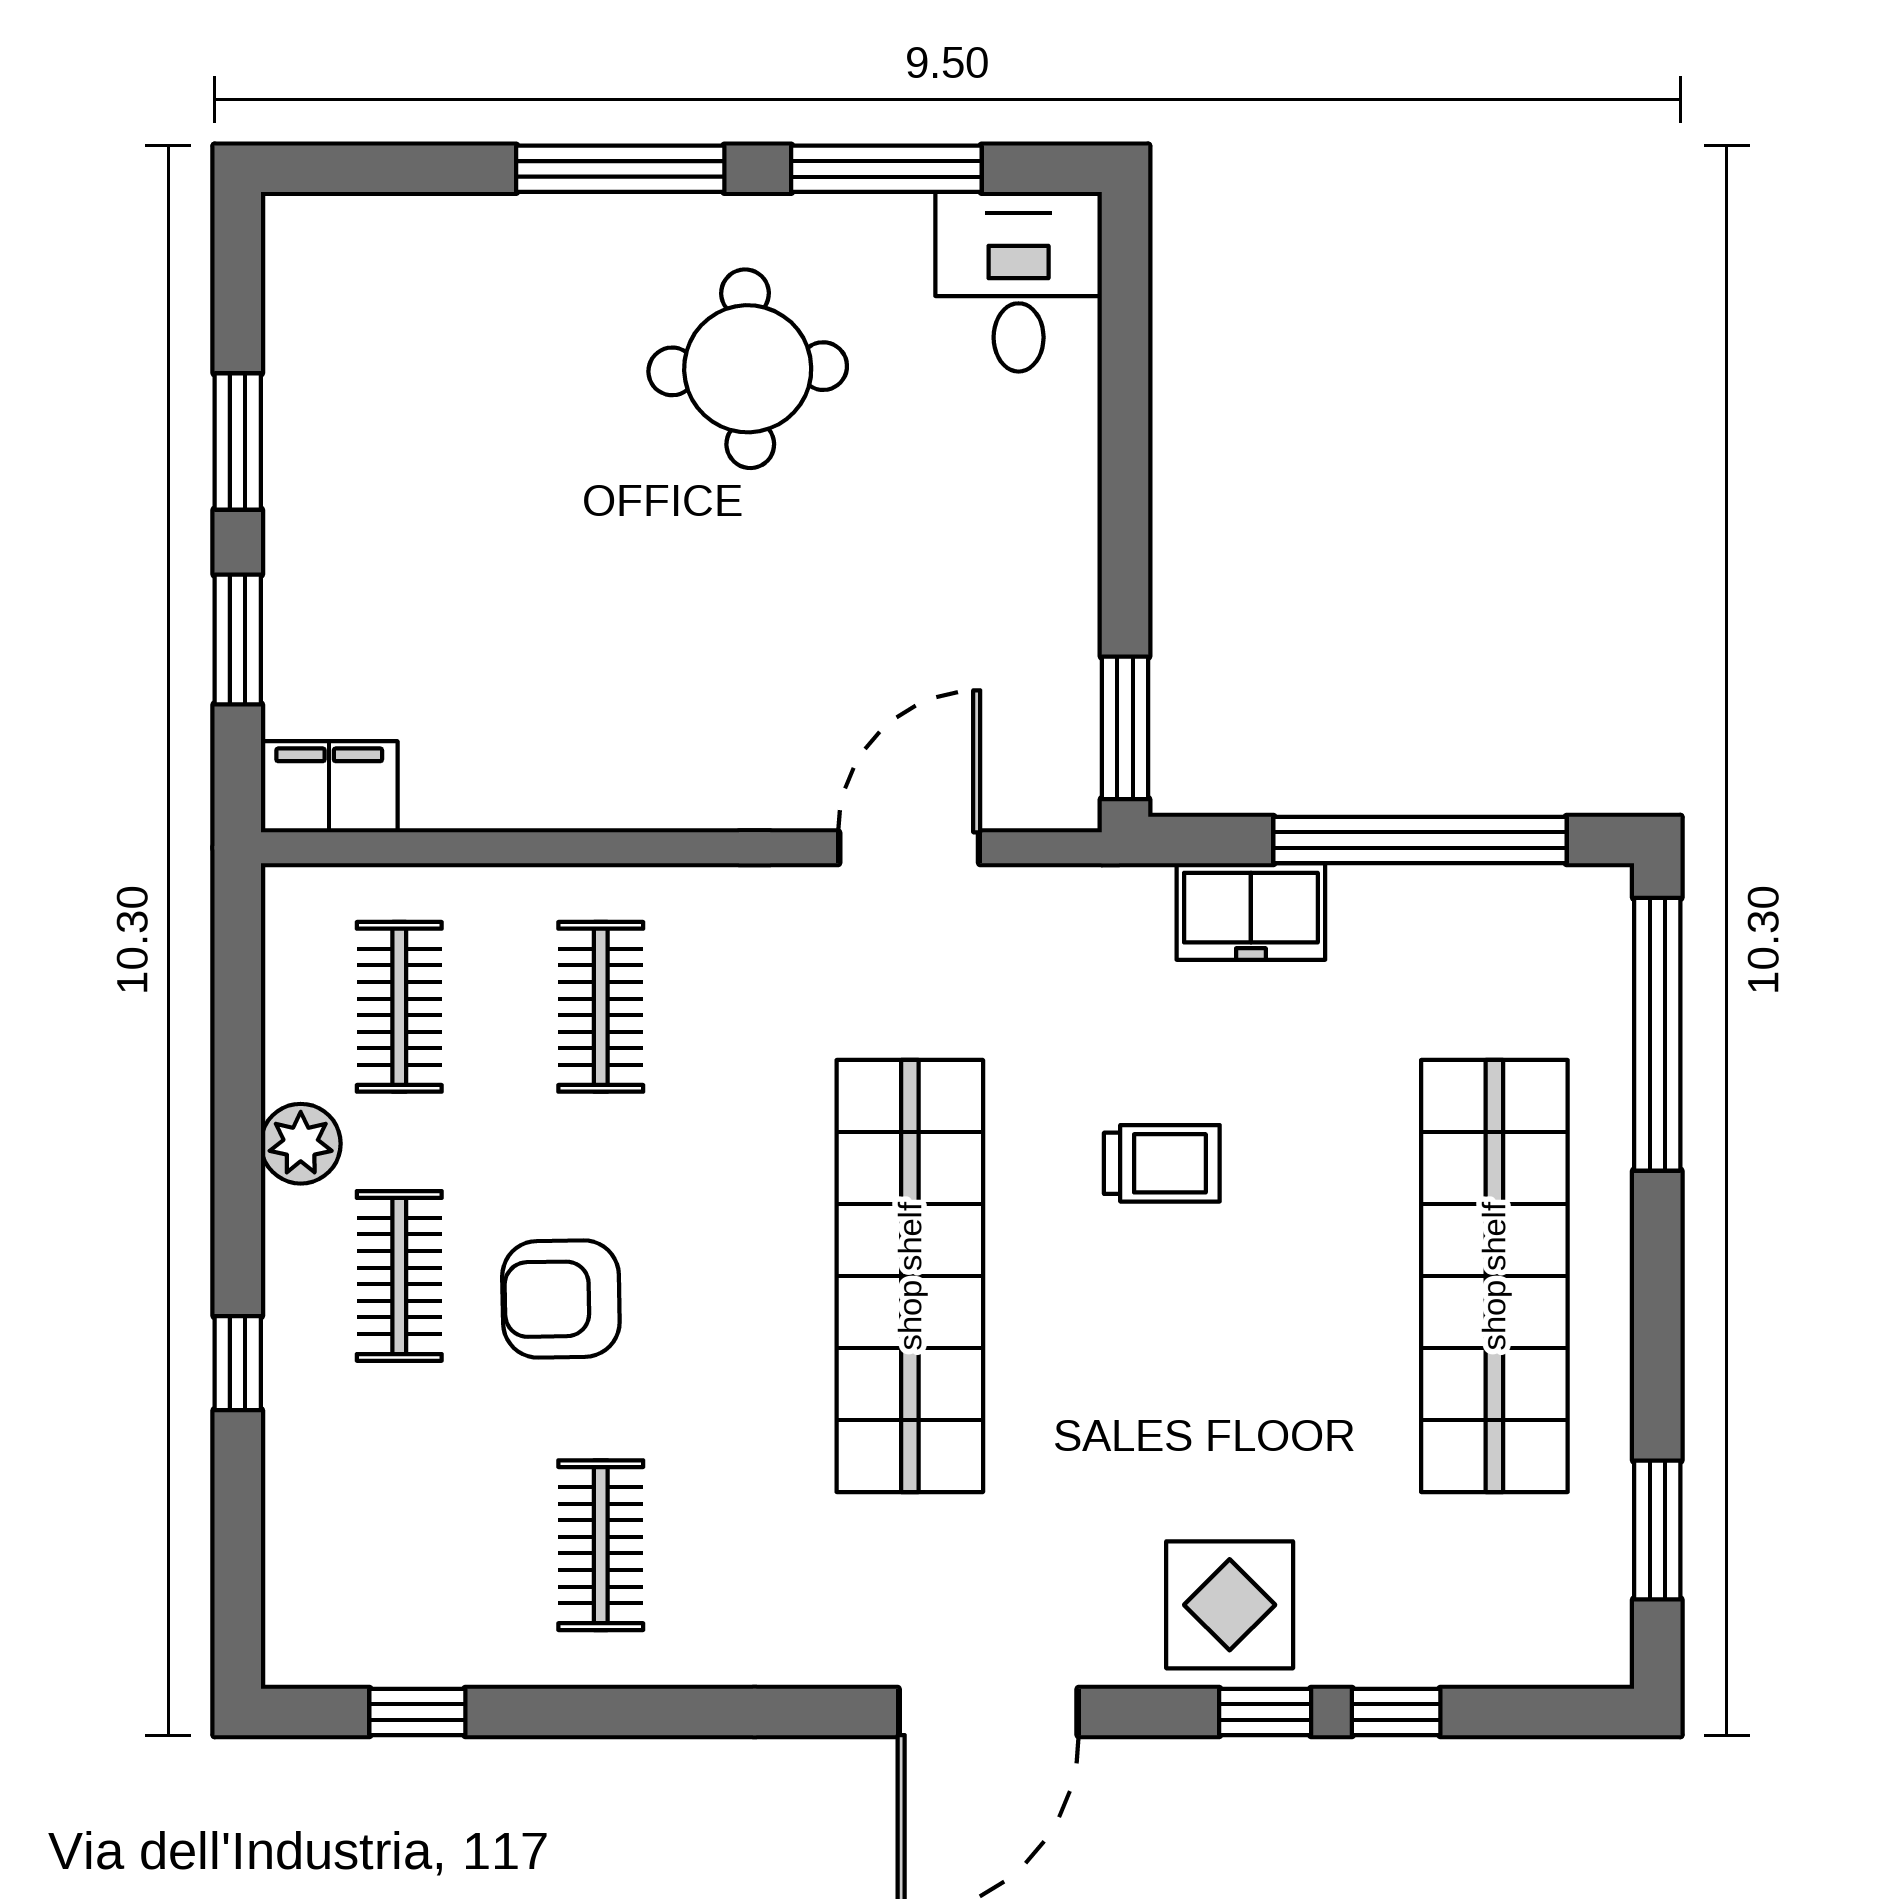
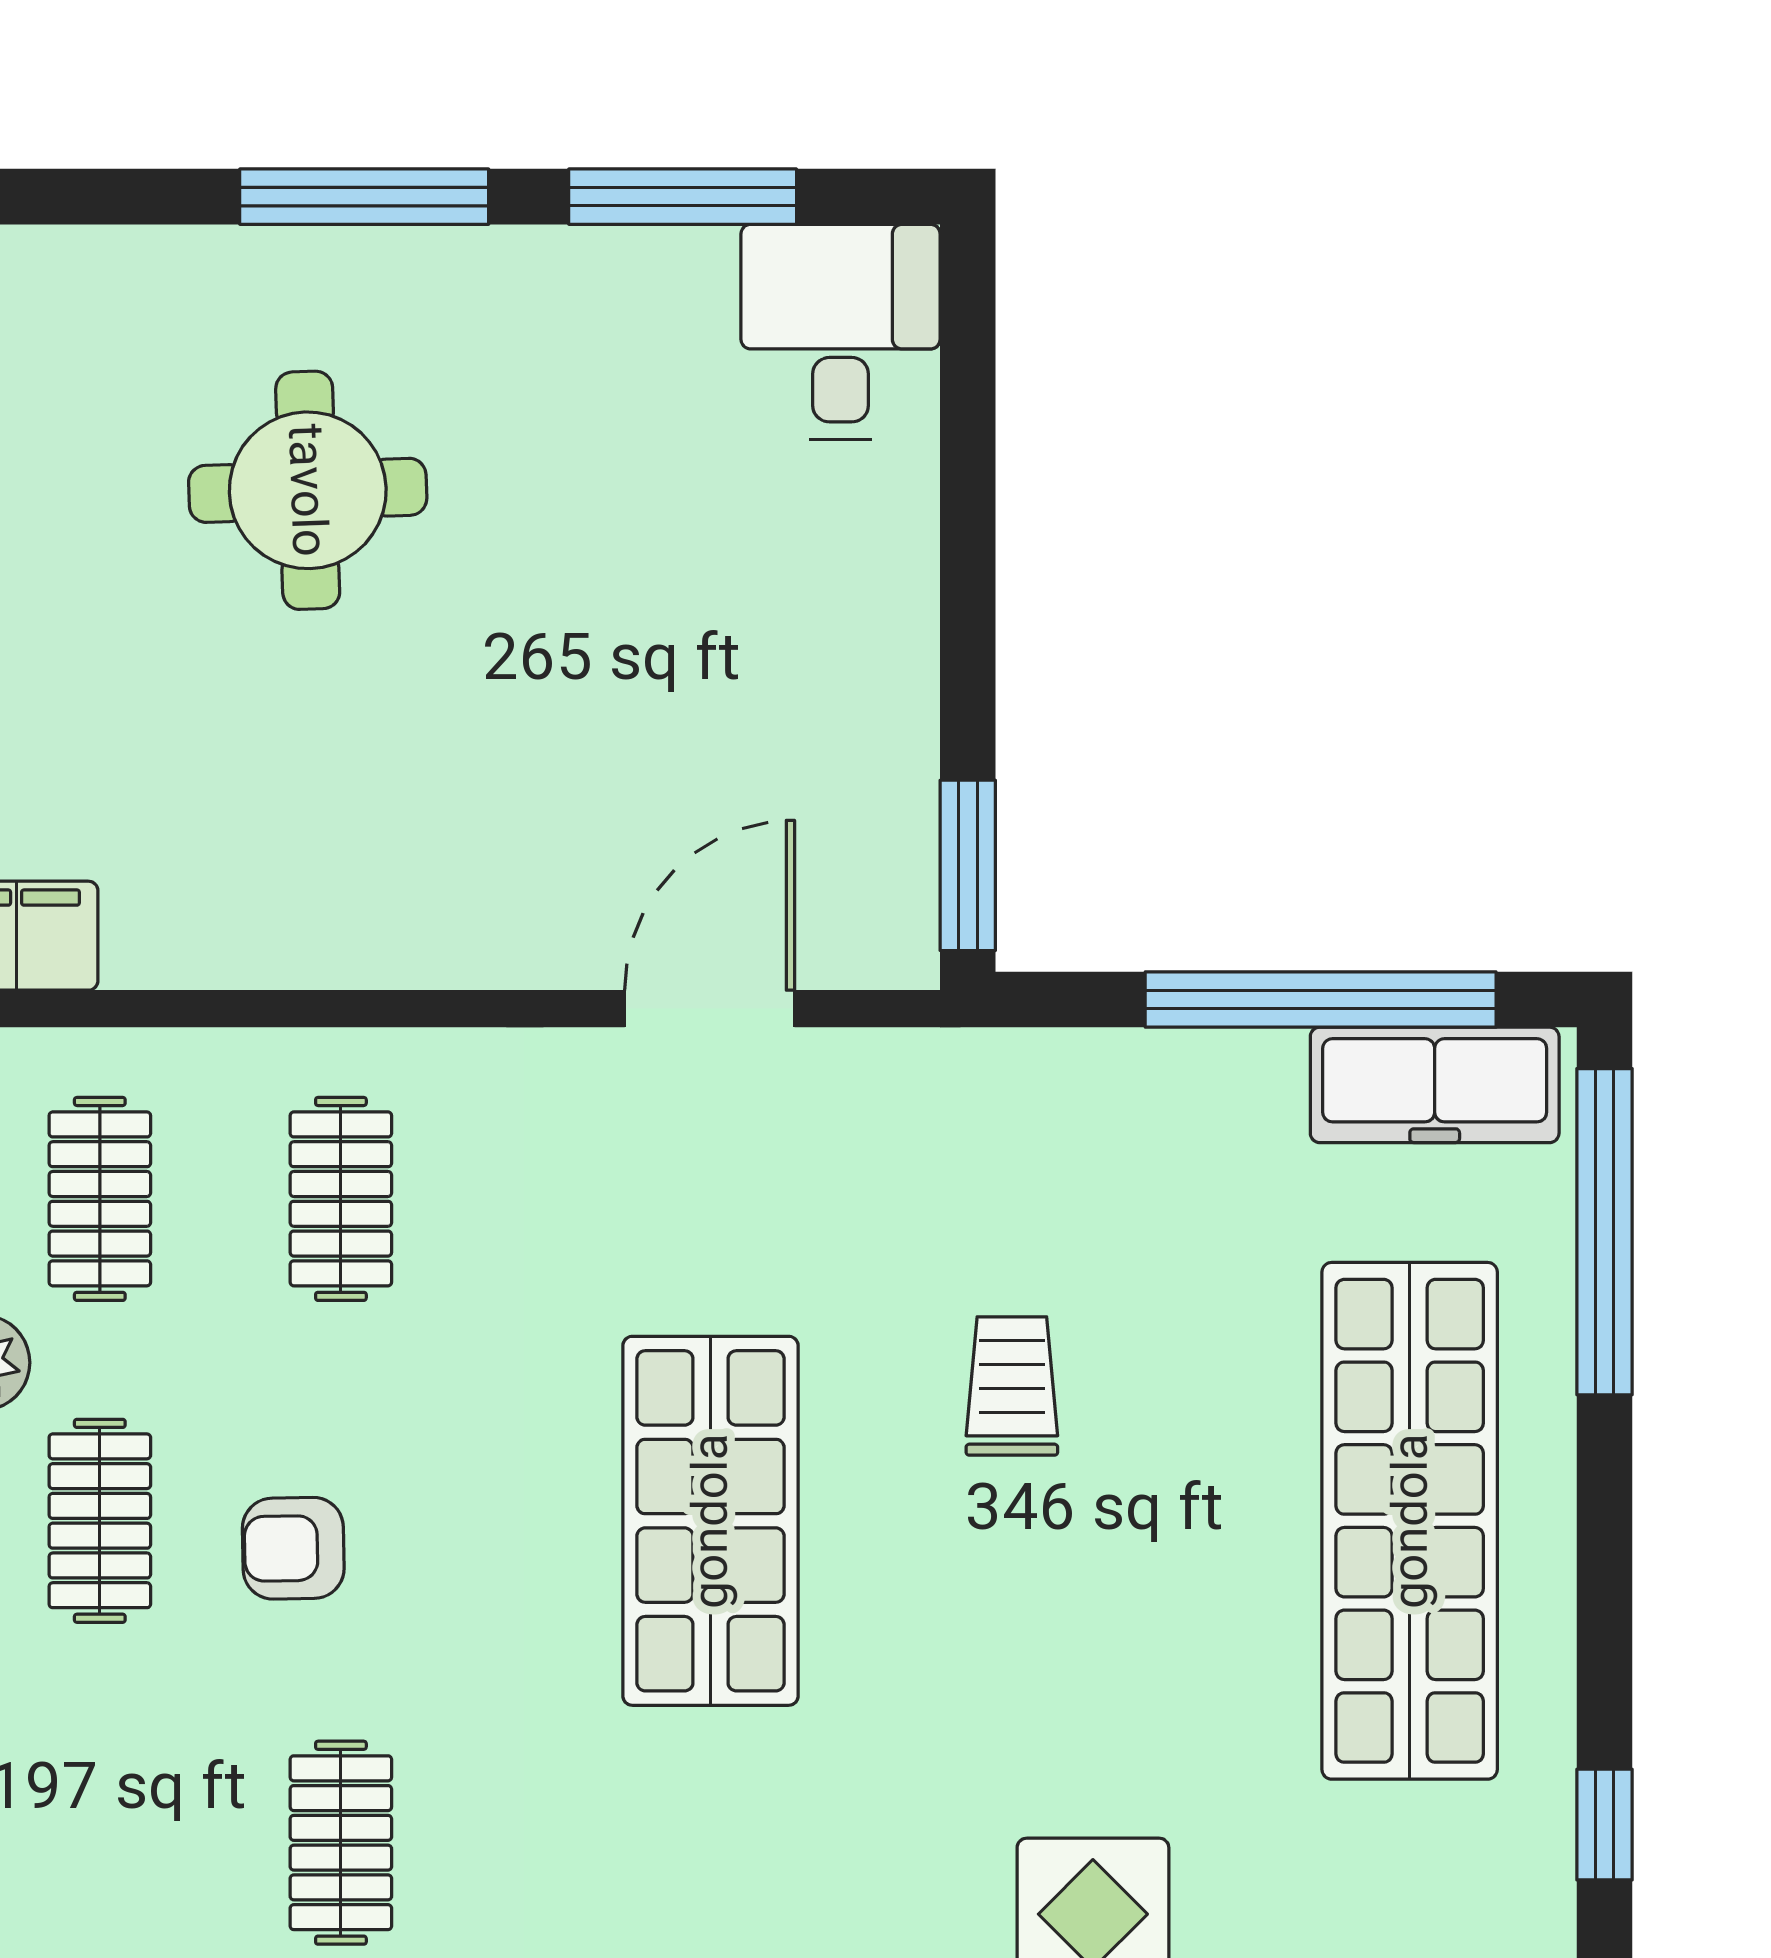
round table: (748, 369) -> (308, 490), moved
freezer: (1251, 911) -> (1435, 1085), moved, width x1.40
trolley: (1162, 1163) -> (1012, 1386), turned -90
shop shelf: (910, 1276) -> (710, 1521), width x0.71
armchair: (561, 1299) -> (293, 1548), width x0.72, depth x0.72
window: (1657, 1530) -> (1604, 1825), width x0.67

